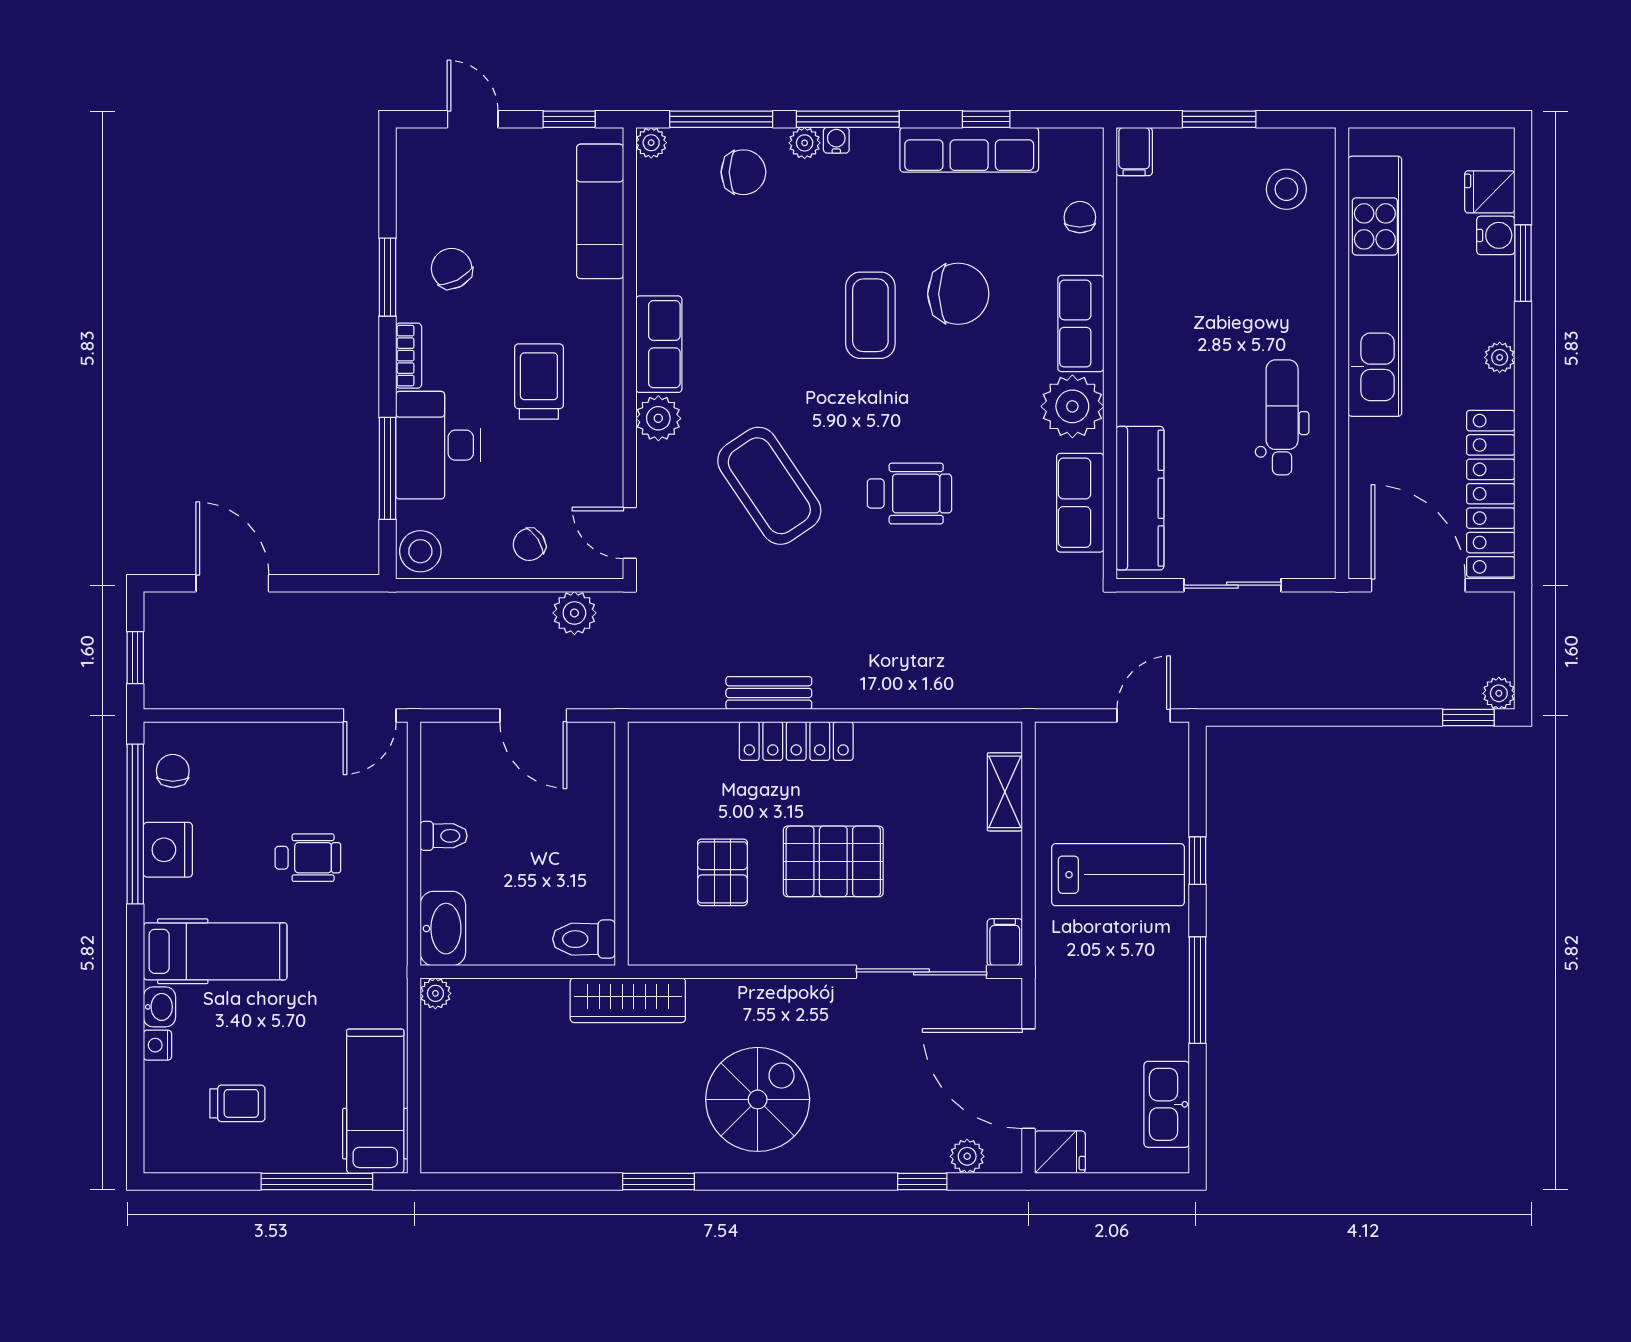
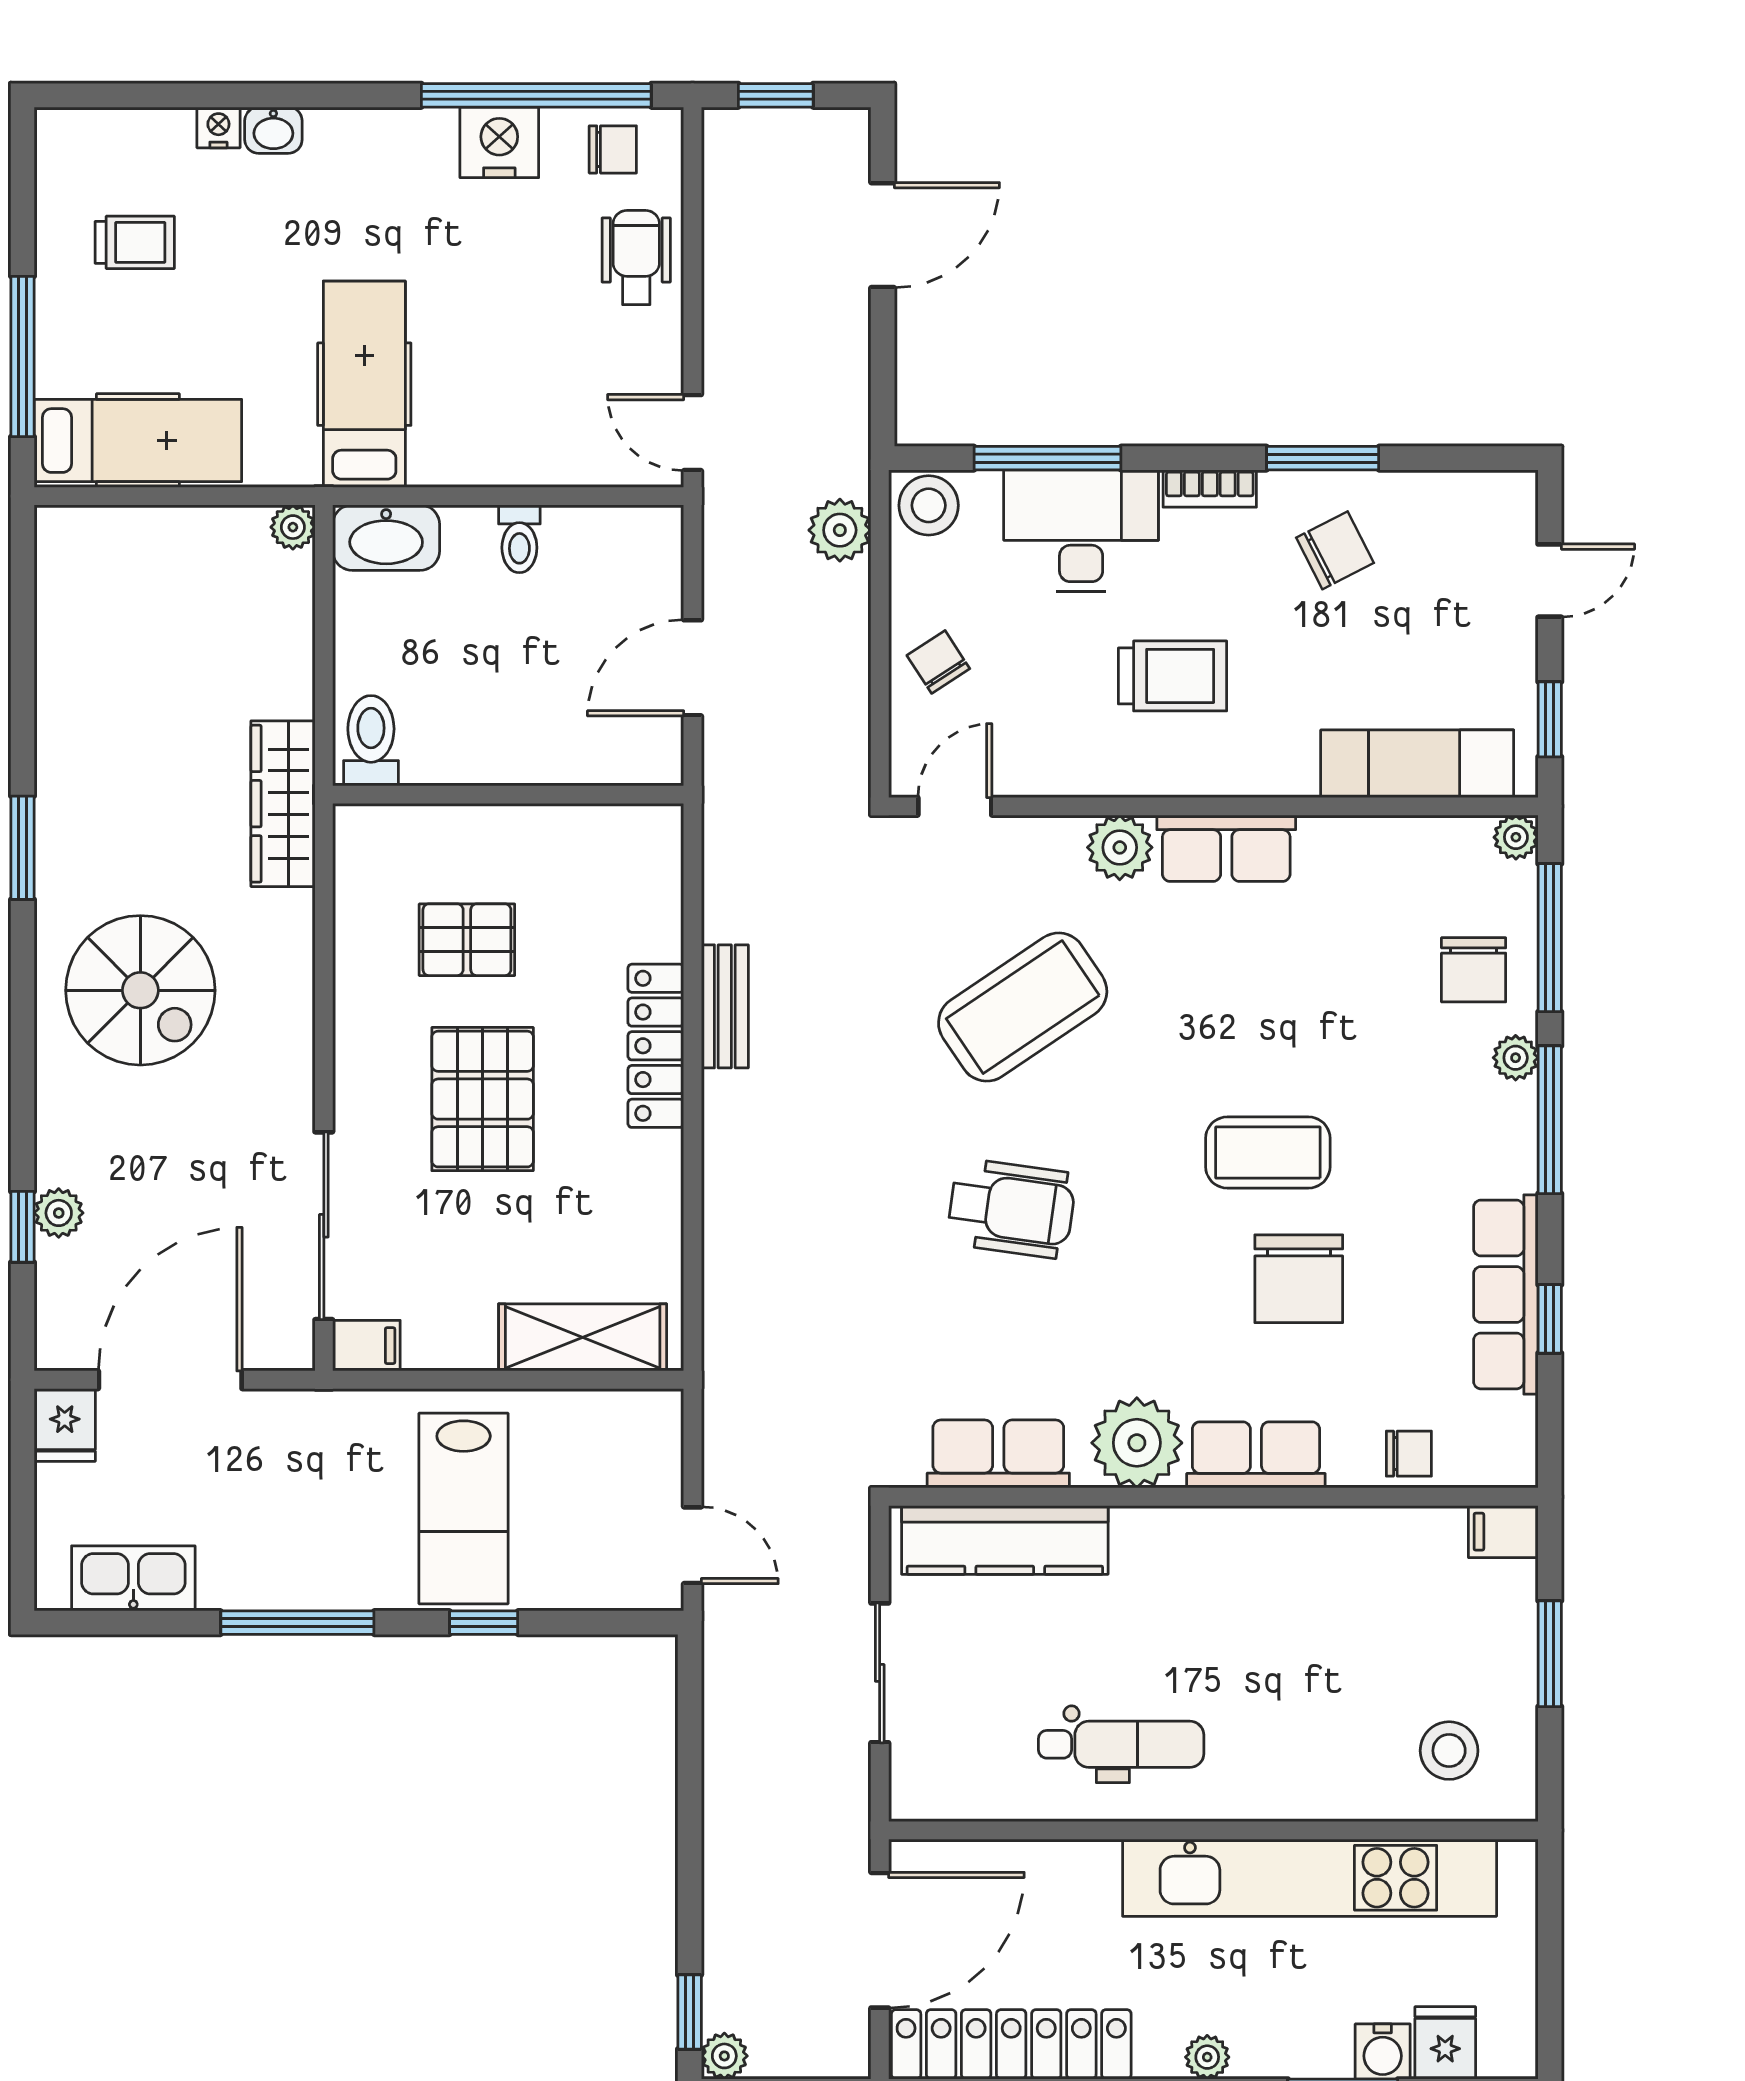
water cooler: (836, 140) -> (1519, 1103), removed
wheelchair: (909, 494) -> (1012, 1209), turned -82
plant: (574, 613) -> (840, 530), moved
shelving: (1005, 792) -> (583, 1337), width x1.50, depth x1.33
wheelchair: (308, 858) -> (636, 258), moved, turned 180
hospital bed: (215, 951) -> (364, 384), moved, turned 180
trolley: (237, 1103) -> (135, 242), turned -90
plant: (967, 1156) -> (59, 1213), moved

